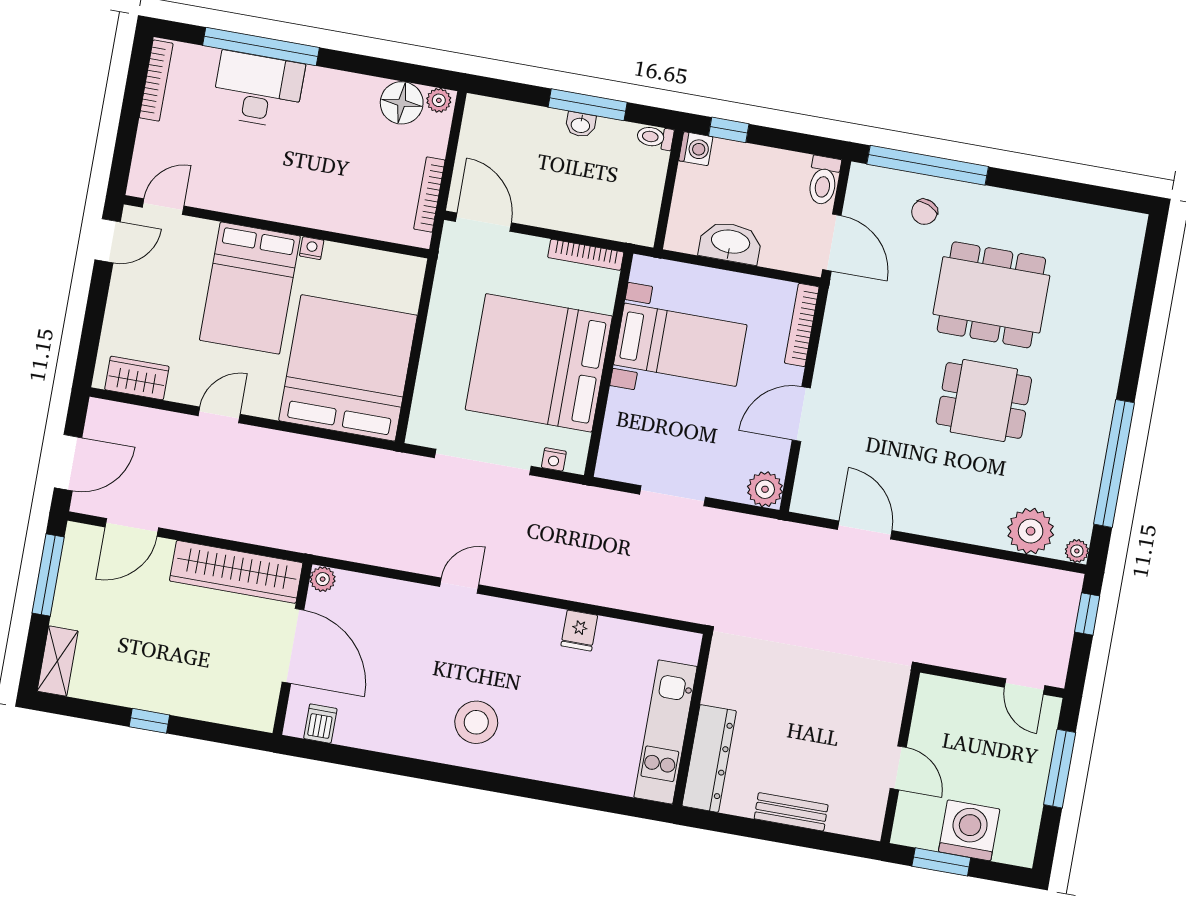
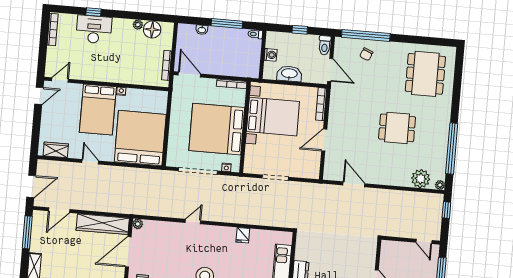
window: (261, 47) -> (93, 12), width x0.32
plant: (439, 100) -> (138, 25), moved
washbasin: (580, 125) -> (202, 30), moved
window: (729, 130) -> (300, 30), moved
washing machine: (696, 149) -> (271, 55), moved
dining table: (991, 295) -> (425, 74), moved, turned 90
bed with nightstands: (680, 345) -> (273, 117), width x1.36
door: (219, 415) -> (90, 162), hinge flipped
plant: (765, 489) -> (312, 172), removed
door: (293, 646) -> (128, 252), swing flipped

